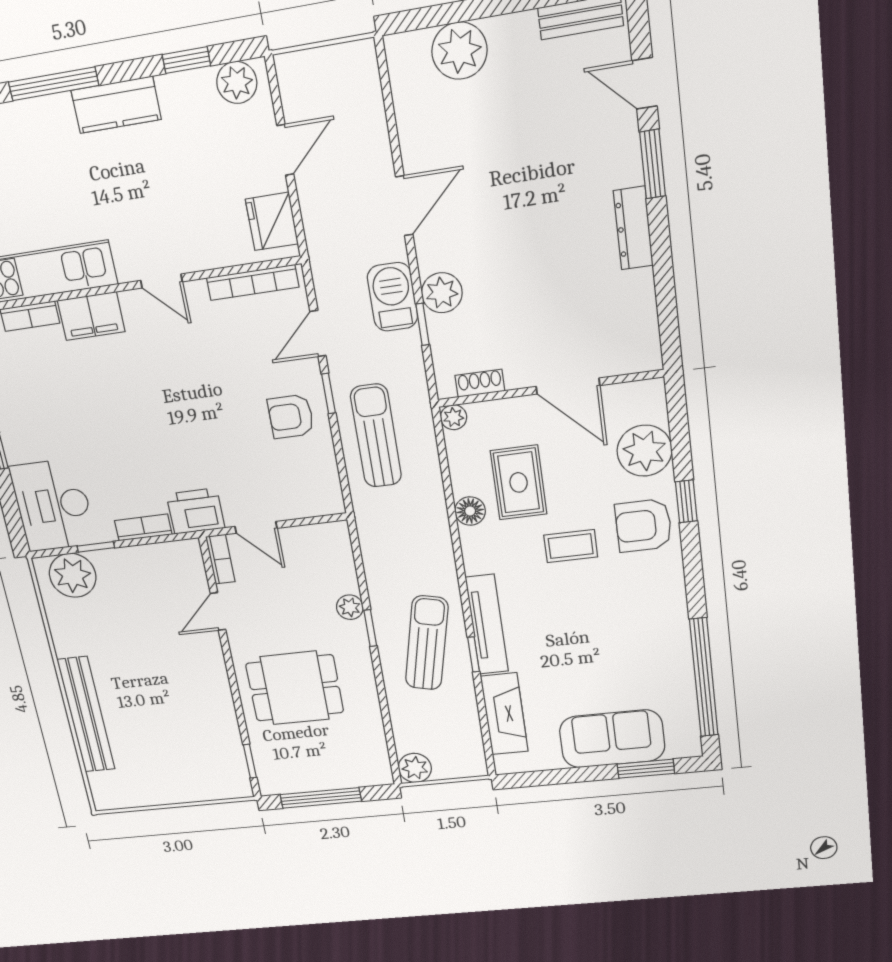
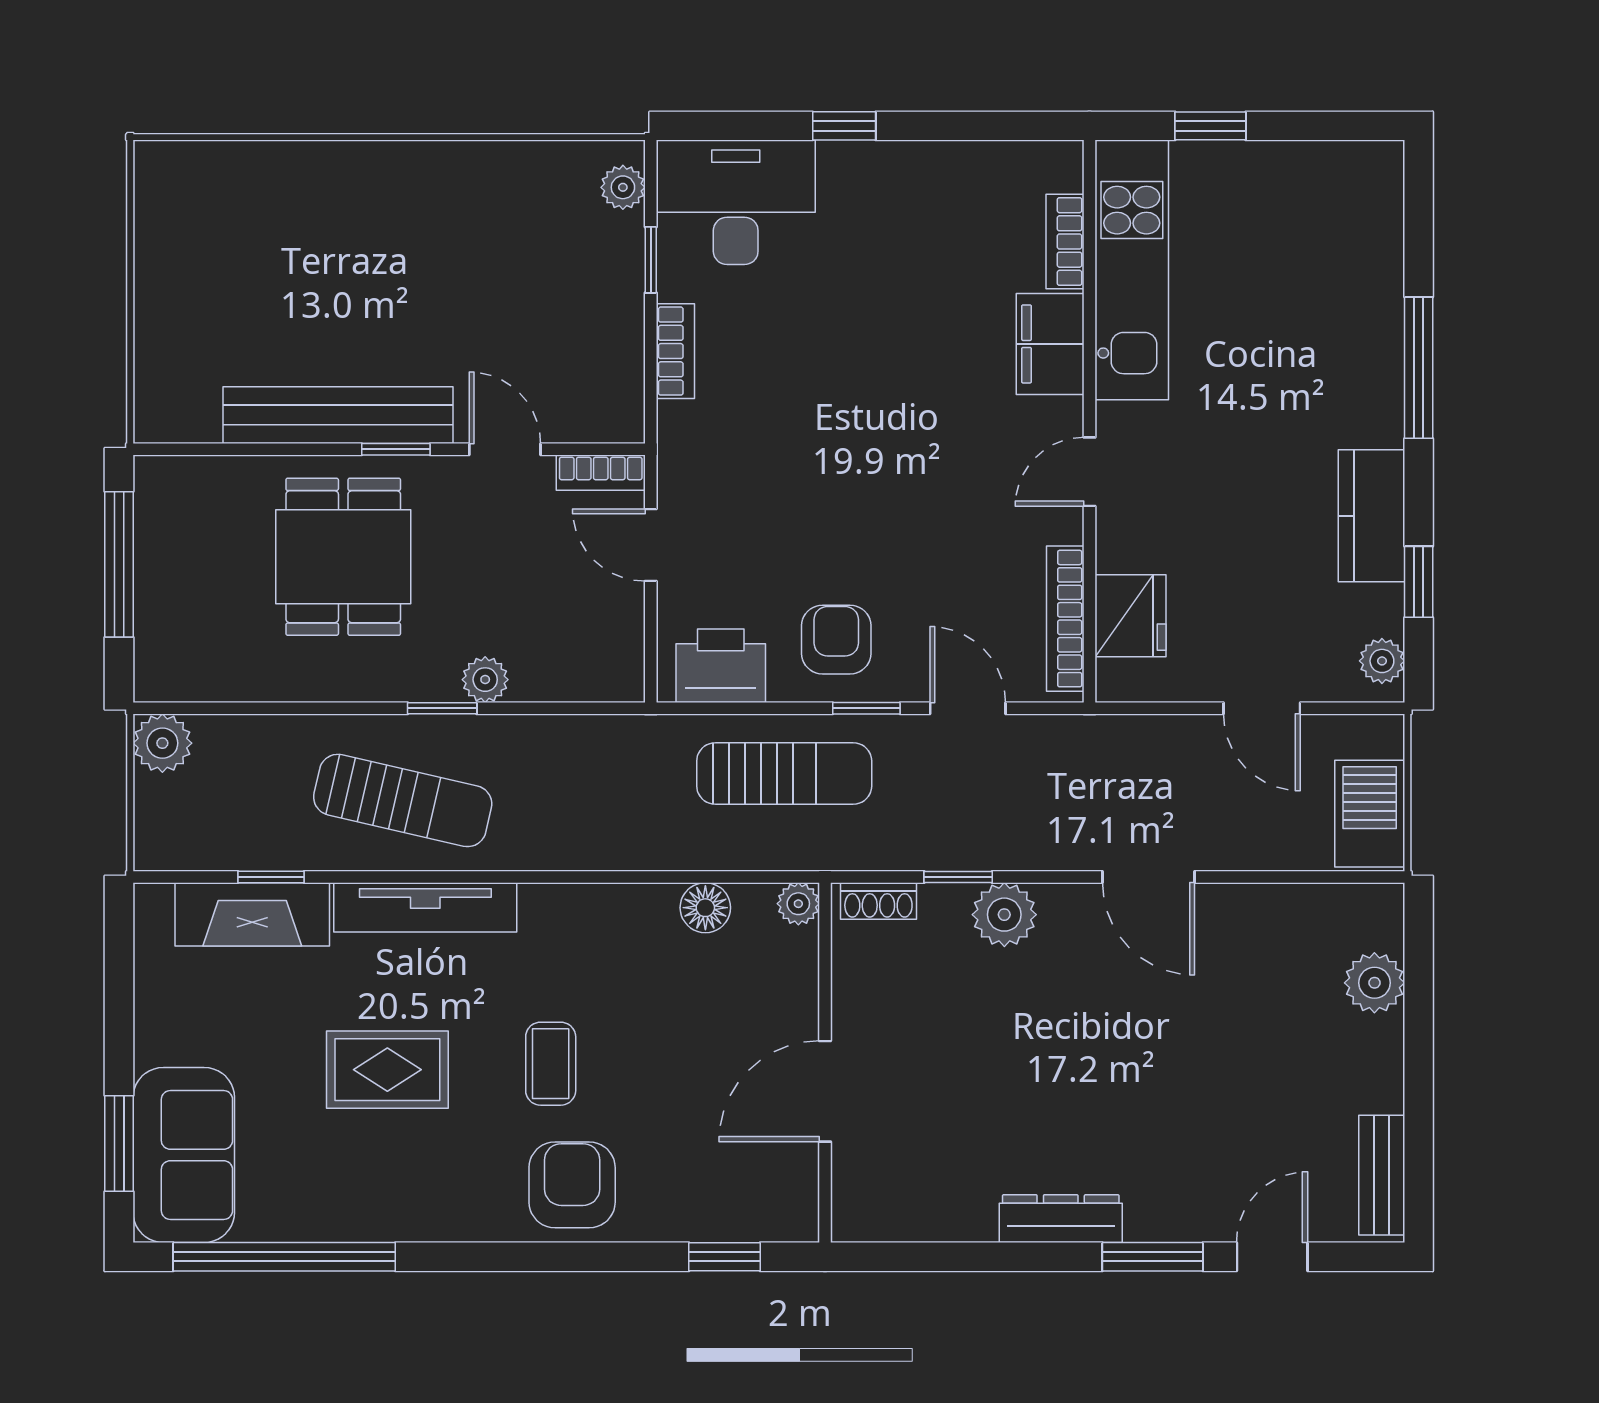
plant: (459, 51) -> (1374, 983), width x0.73, depth x0.73
plant: (237, 82) -> (1382, 661), width x0.73, depth x0.73
kitchen counter: (116, 105) -> (1371, 516), moved
fridge: (272, 221) -> (1131, 616), moved, turned 90
barbecue: (392, 297) -> (1370, 814), moved, turned -90
shoe rack: (480, 383) -> (878, 901), moved, turned 90
plant: (644, 451) -> (701, 1199), removed
rug: (519, 482) -> (387, 1070), moved
window: (686, 501) -> (724, 1257), moved
printer: (196, 511) -> (721, 666), moved, turned -90
floor lamp: (470, 511) -> (705, 908), moved
door: (256, 527) -> (651, 545), hinge flipped
plant: (73, 575) -> (623, 187), width x0.53, depth x0.53
window: (473, 654) -> (271, 877), moved
bench: (86, 715) -> (338, 415), moved
sofa: (612, 739) -> (184, 1155), moved
window: (250, 761) -> (396, 449), moved

